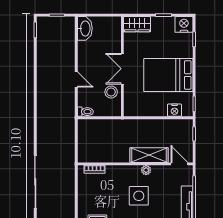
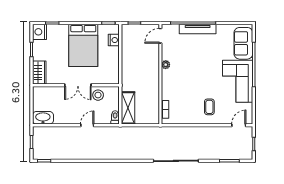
shelving: (149, 155) -> (128, 108), moved
side table: (139, 196) -> (188, 71), removed

